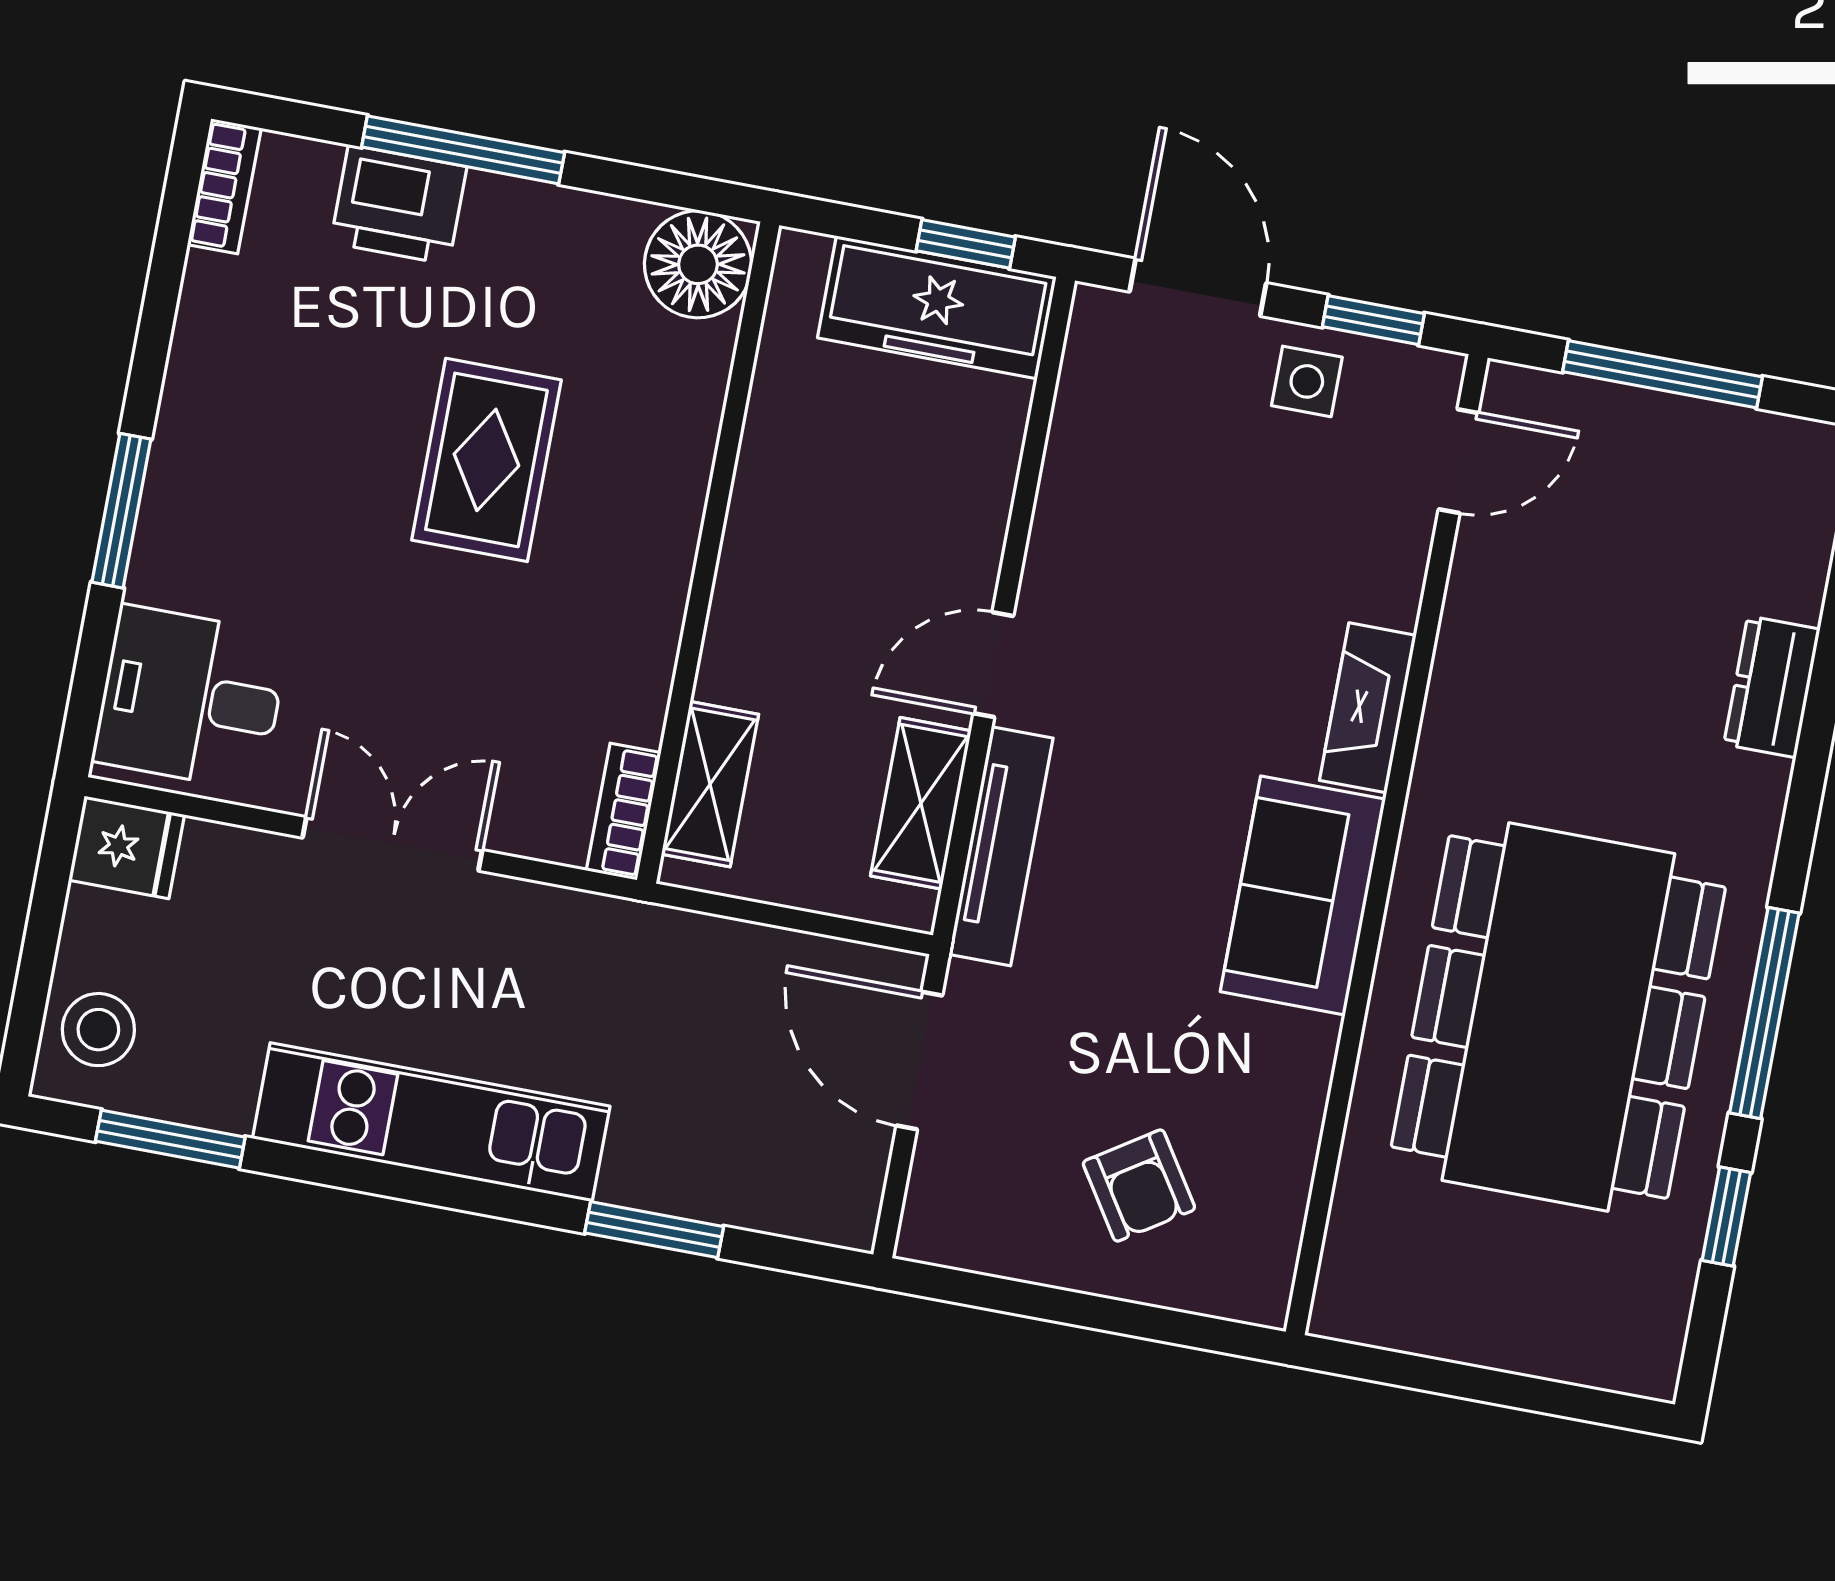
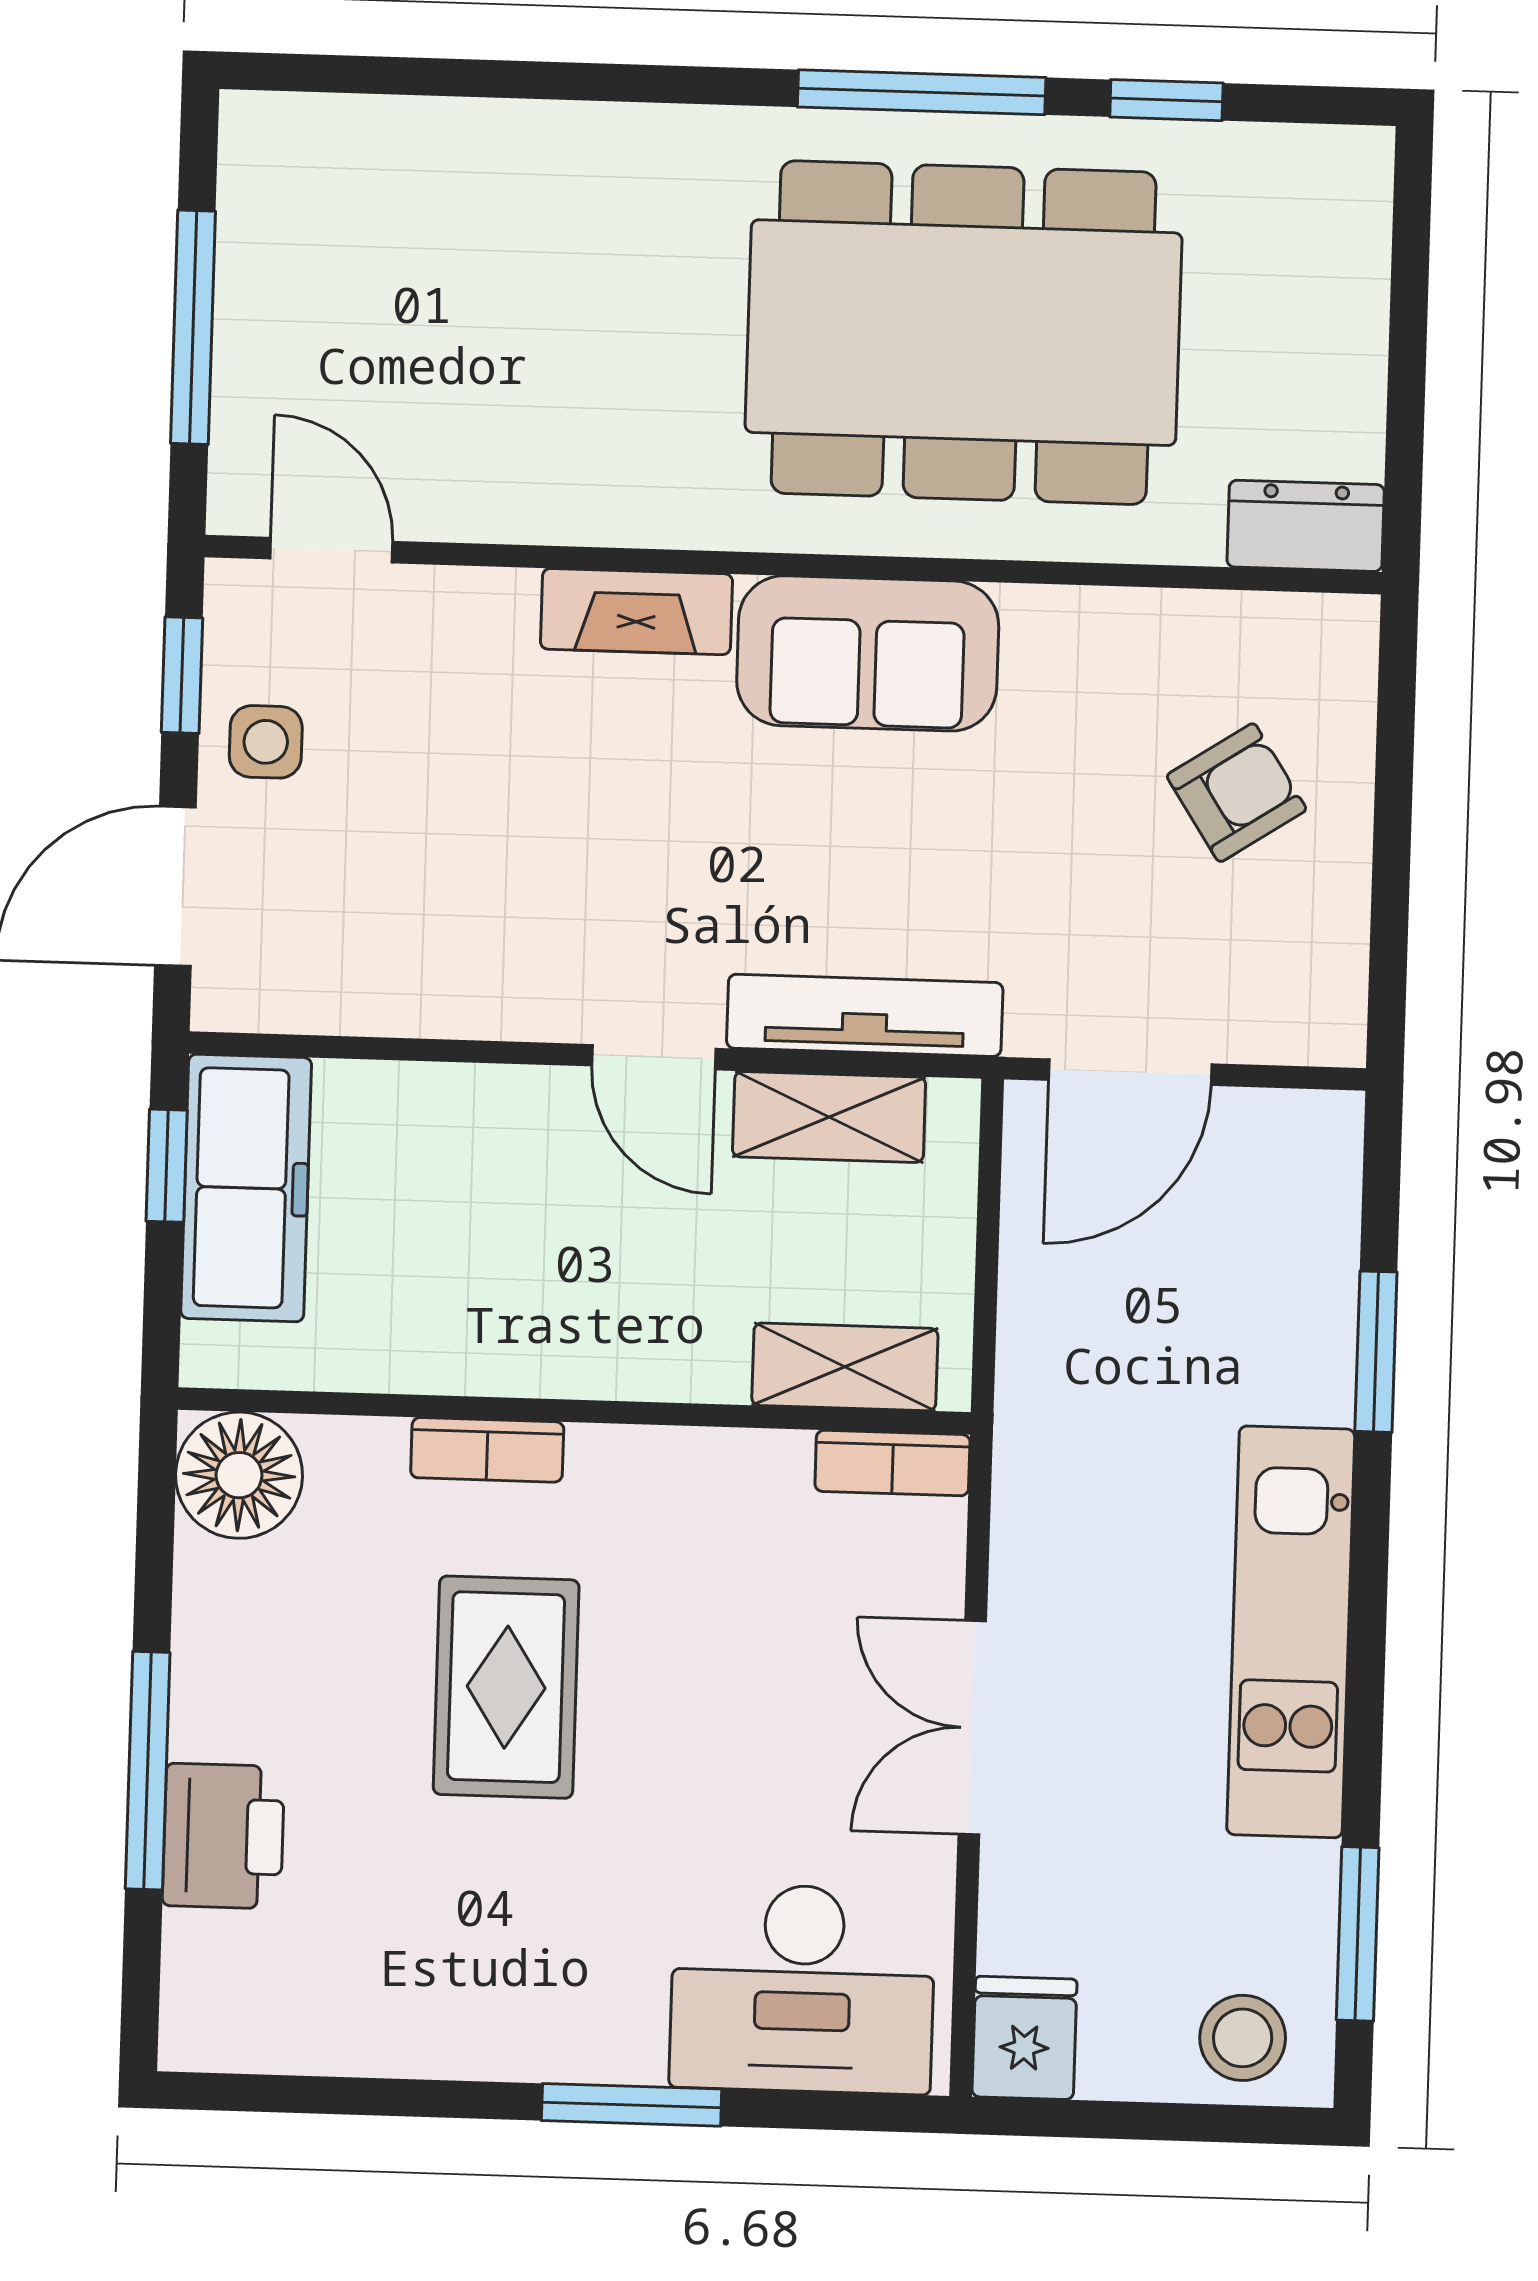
bookcase: (224, 186) -> (487, 1450), moved, turned 180
rug: (486, 460) -> (506, 1687), turned 90
dresser: (1772, 687) -> (1306, 526), moved, turned 180
desk: (191, 698) -> (803, 1989), width x1.37

